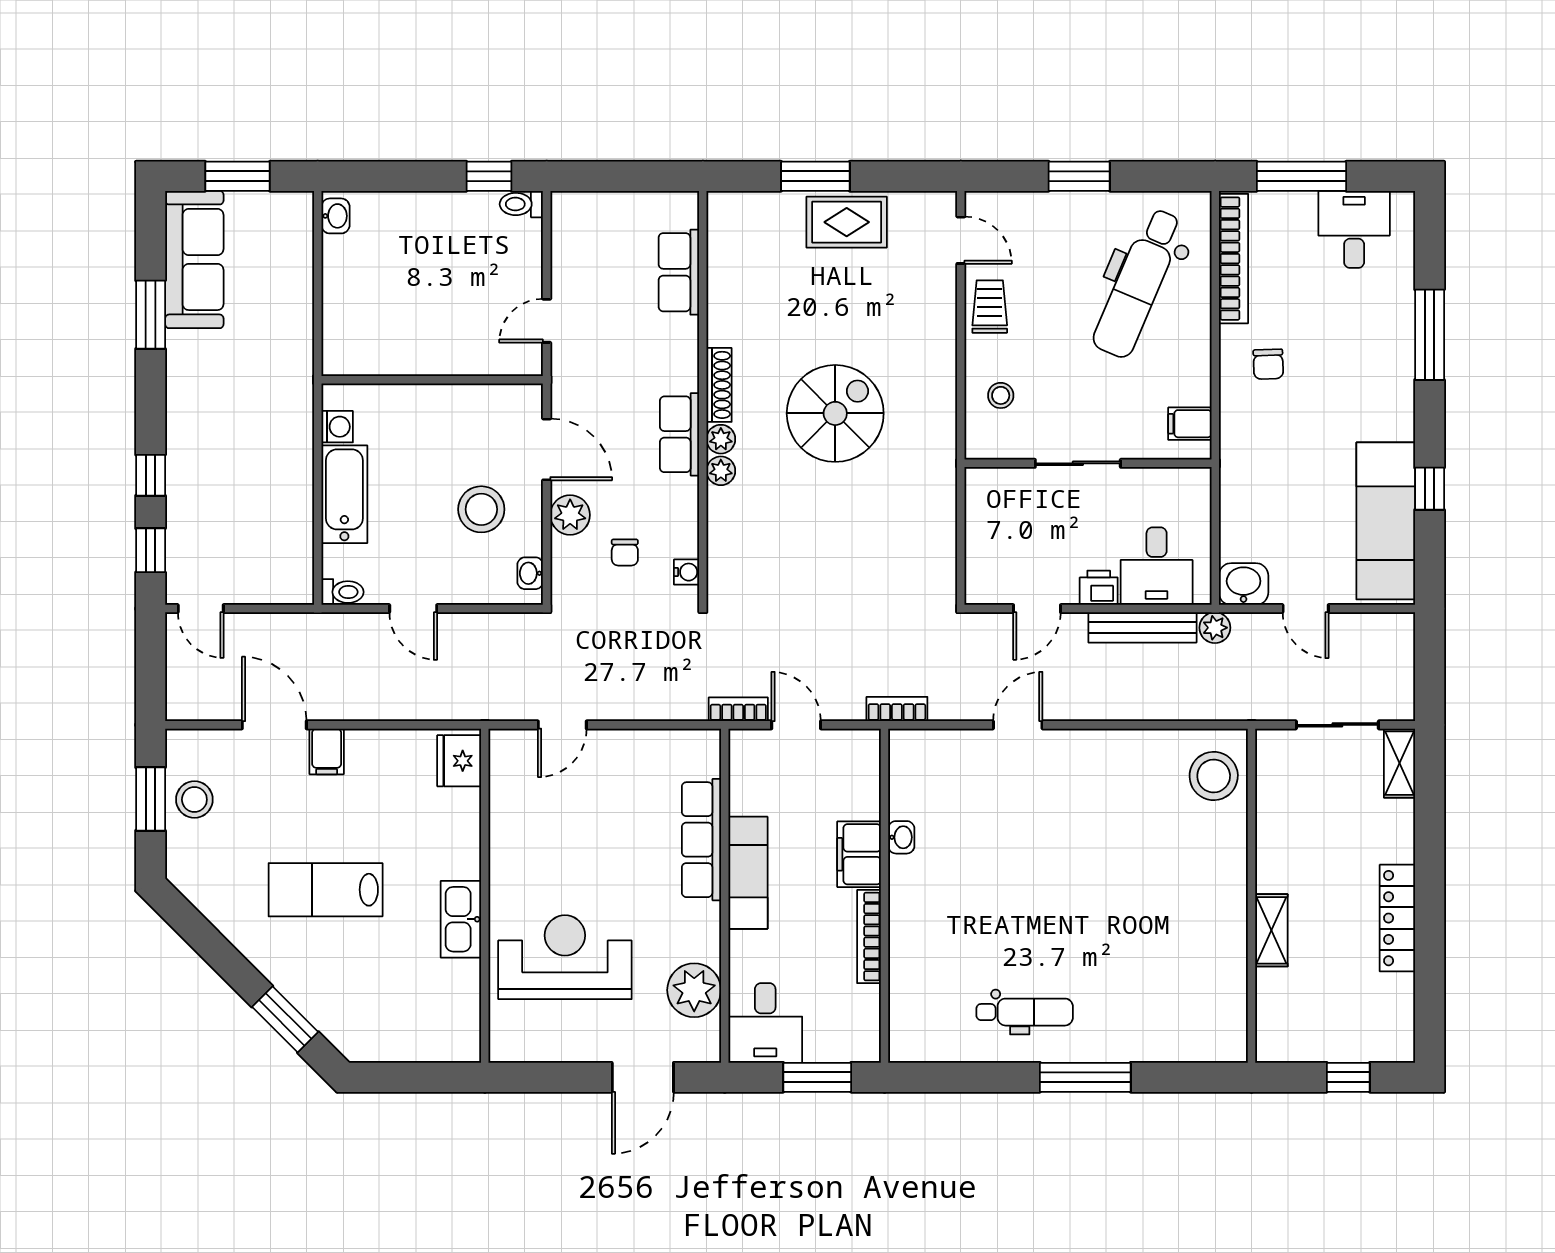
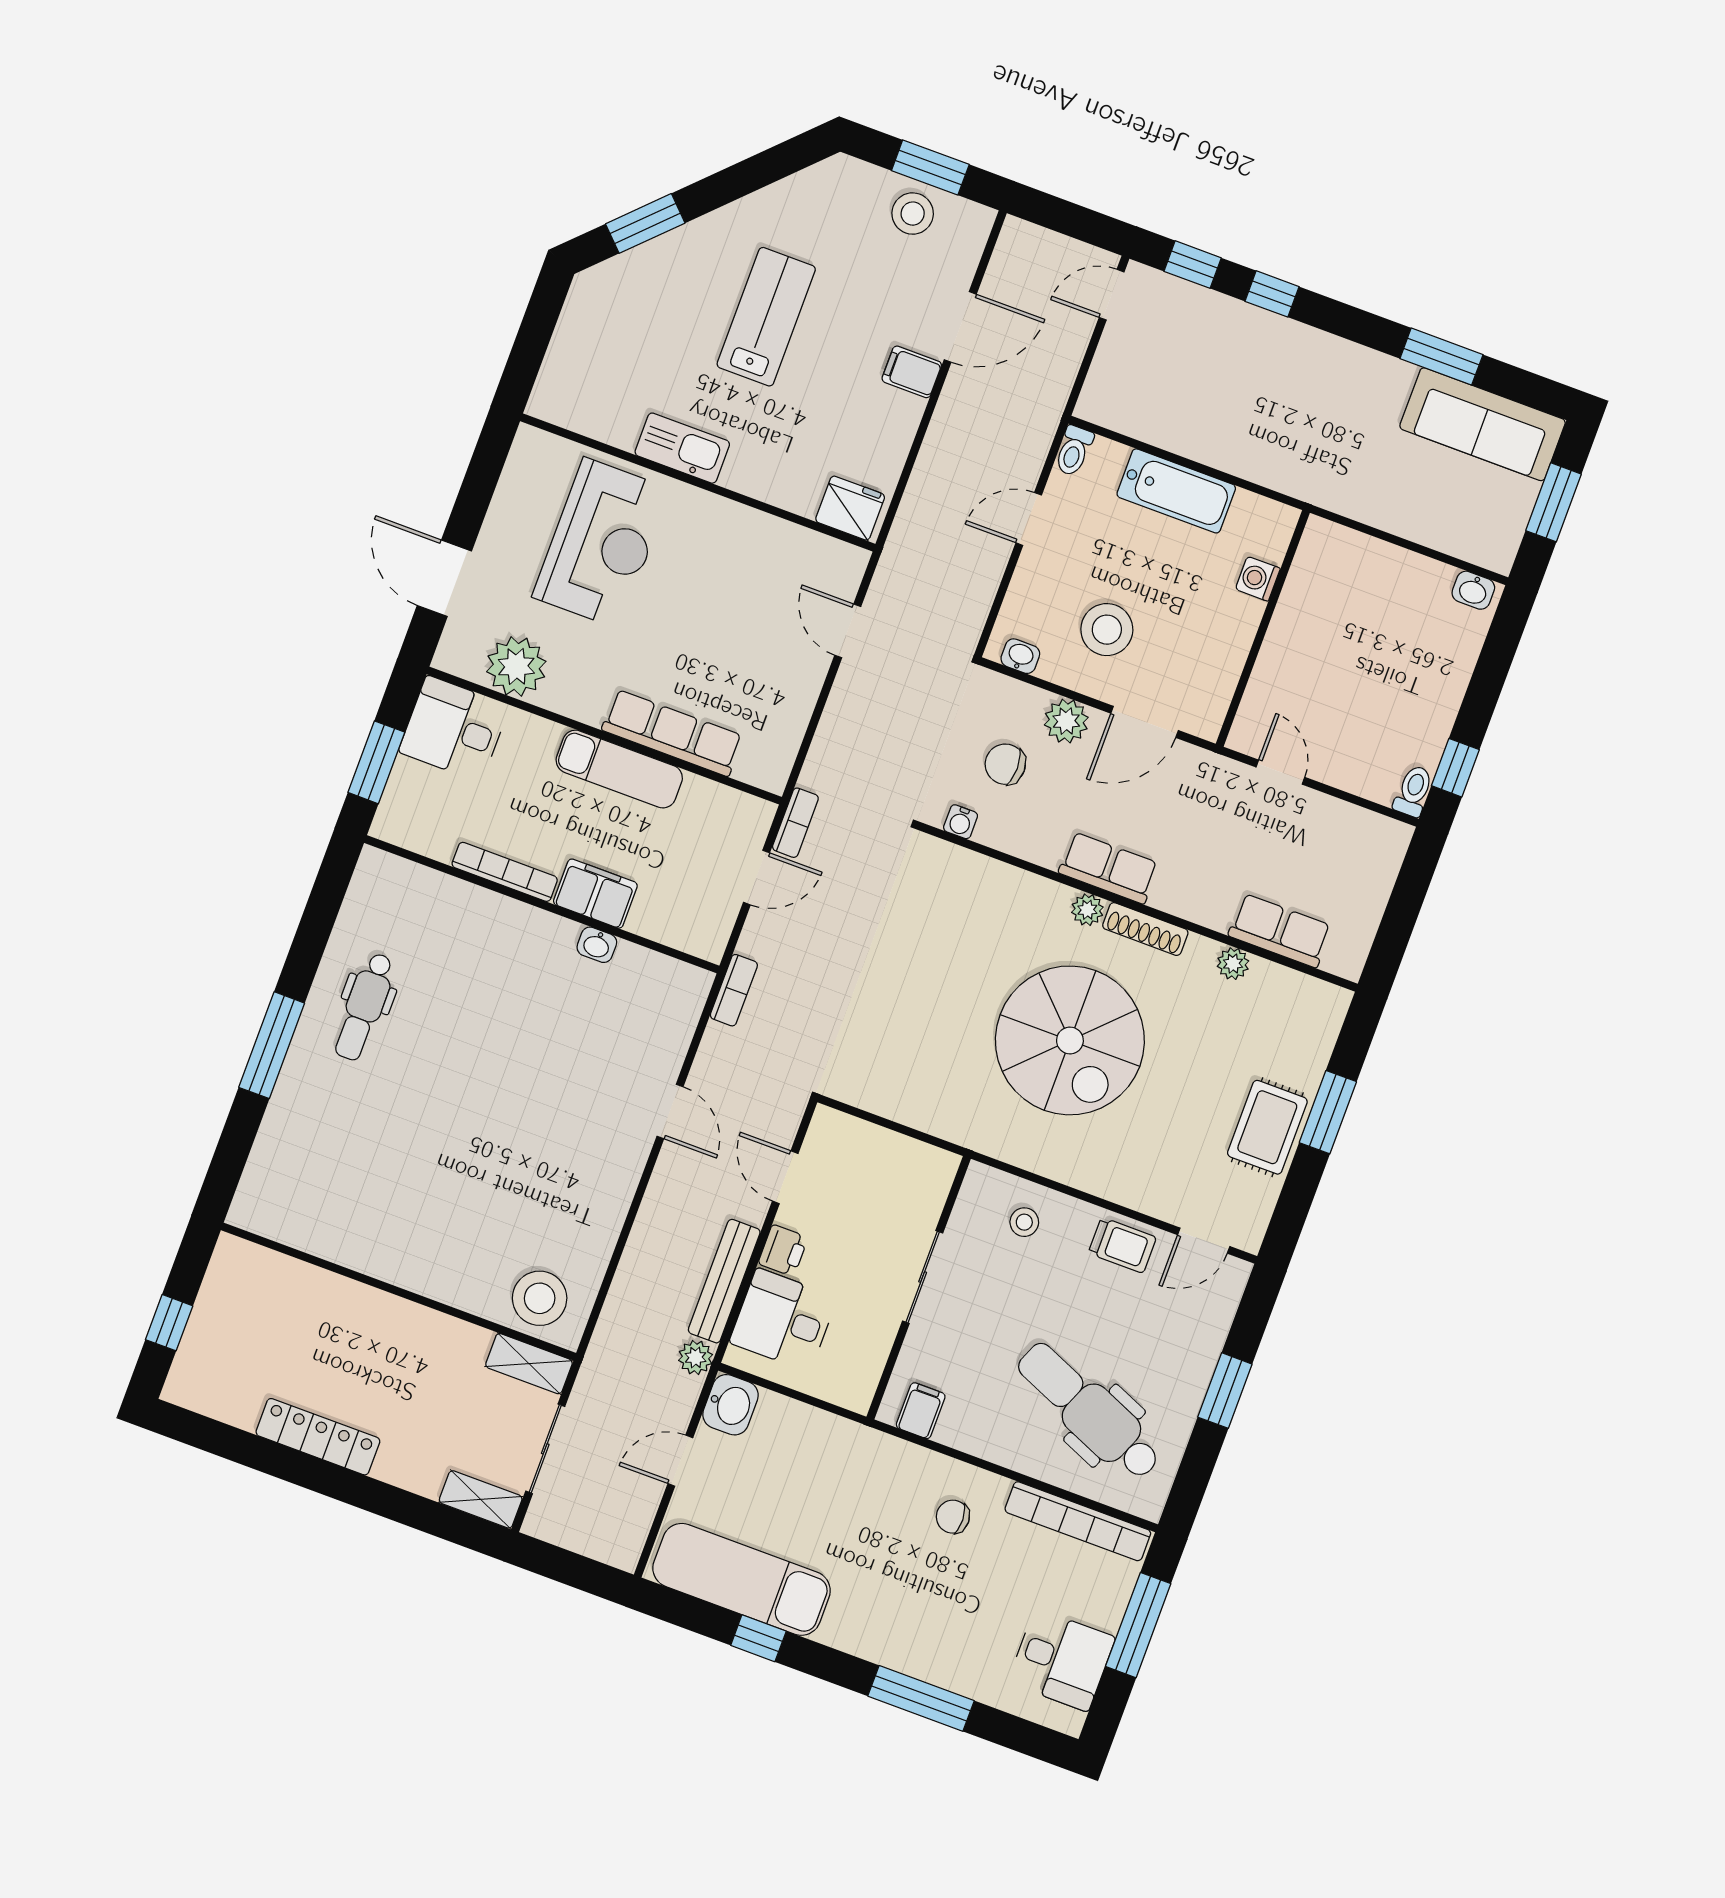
spiral stairs: (835, 413) -> (1070, 1040), width x1.37, depth x1.37
washing machine: (337, 427) -> (1258, 579), moved, turned 90
plant: (721, 471) -> (1233, 964), moved
chair: (625, 552) -> (1005, 764), width x1.37, depth x1.37
shelving: (1271, 930) -> (529, 1364), moved

